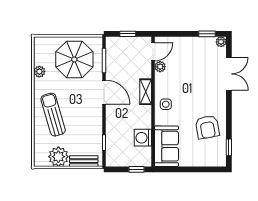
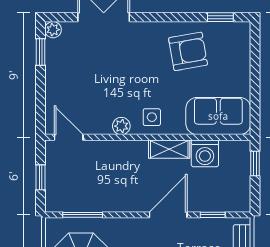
plant: (160, 67) -> (121, 126), moved
door: (104, 92) -> (168, 215), moved
shelving: (146, 92) -> (169, 149), moved

